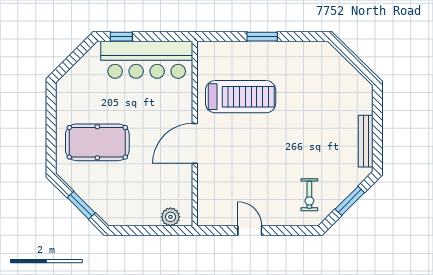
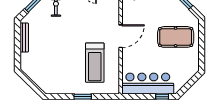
treadmill: (241, 97) -> (95, 63), turned -90

